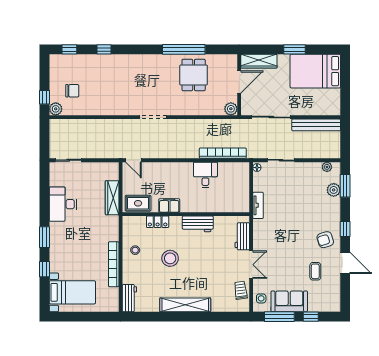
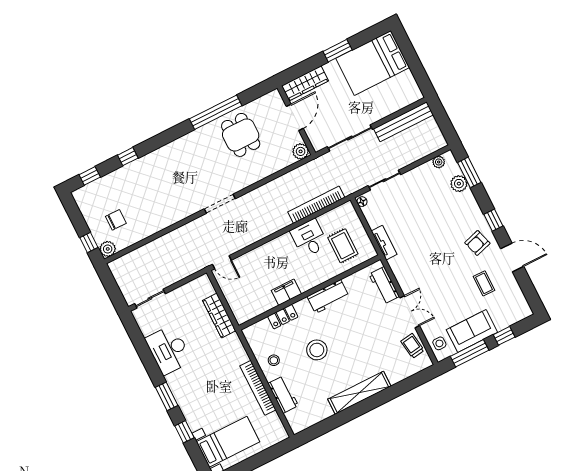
rug: (138, 203) -> (343, 246), moved, turned 90
workbench: (129, 298) -> (283, 394), moved

